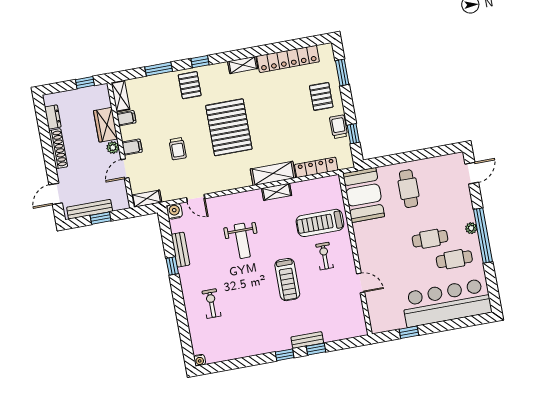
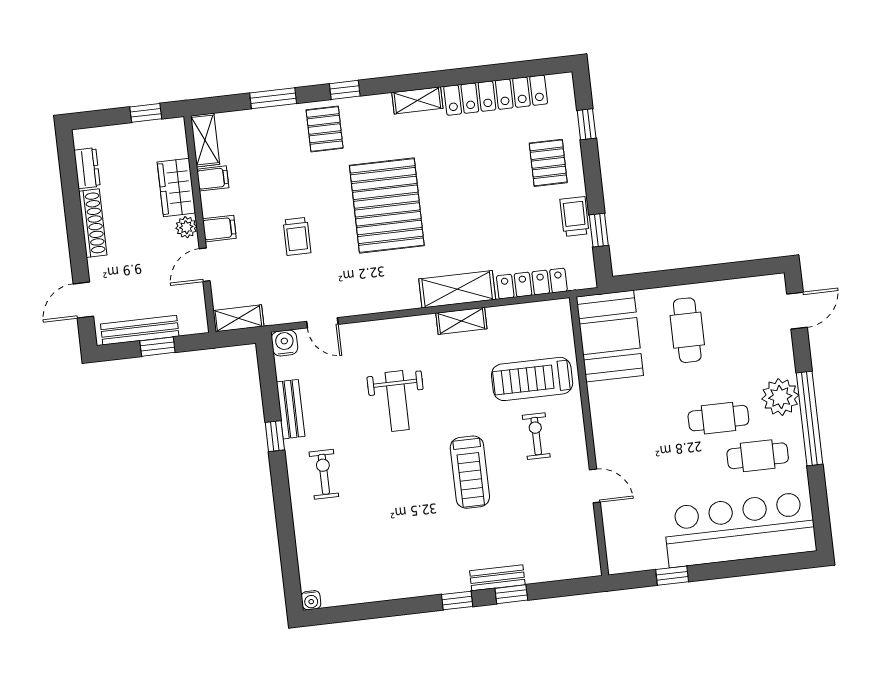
window: (342, 72) -> (587, 124), width x0.67
plant: (471, 228) -> (780, 397), width x1.87, depth x1.87
exercise bike: (212, 304) -> (324, 474), moved

